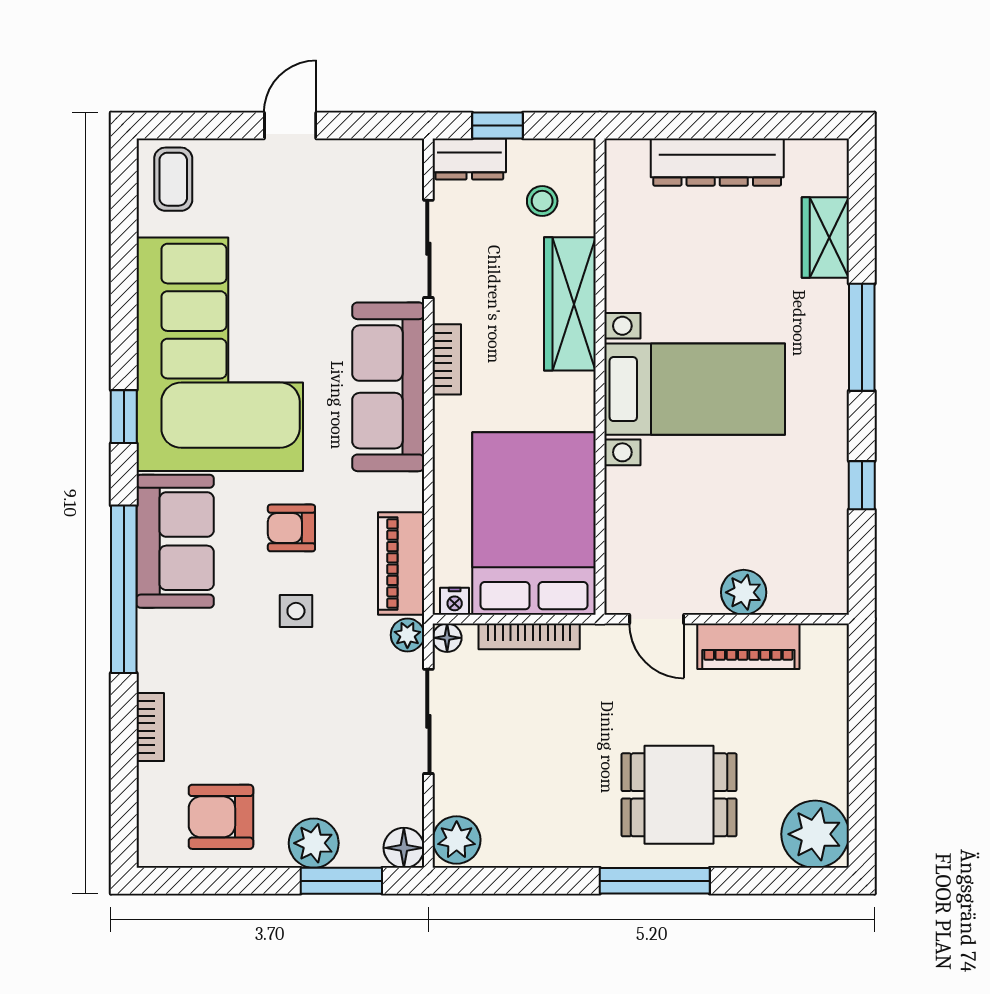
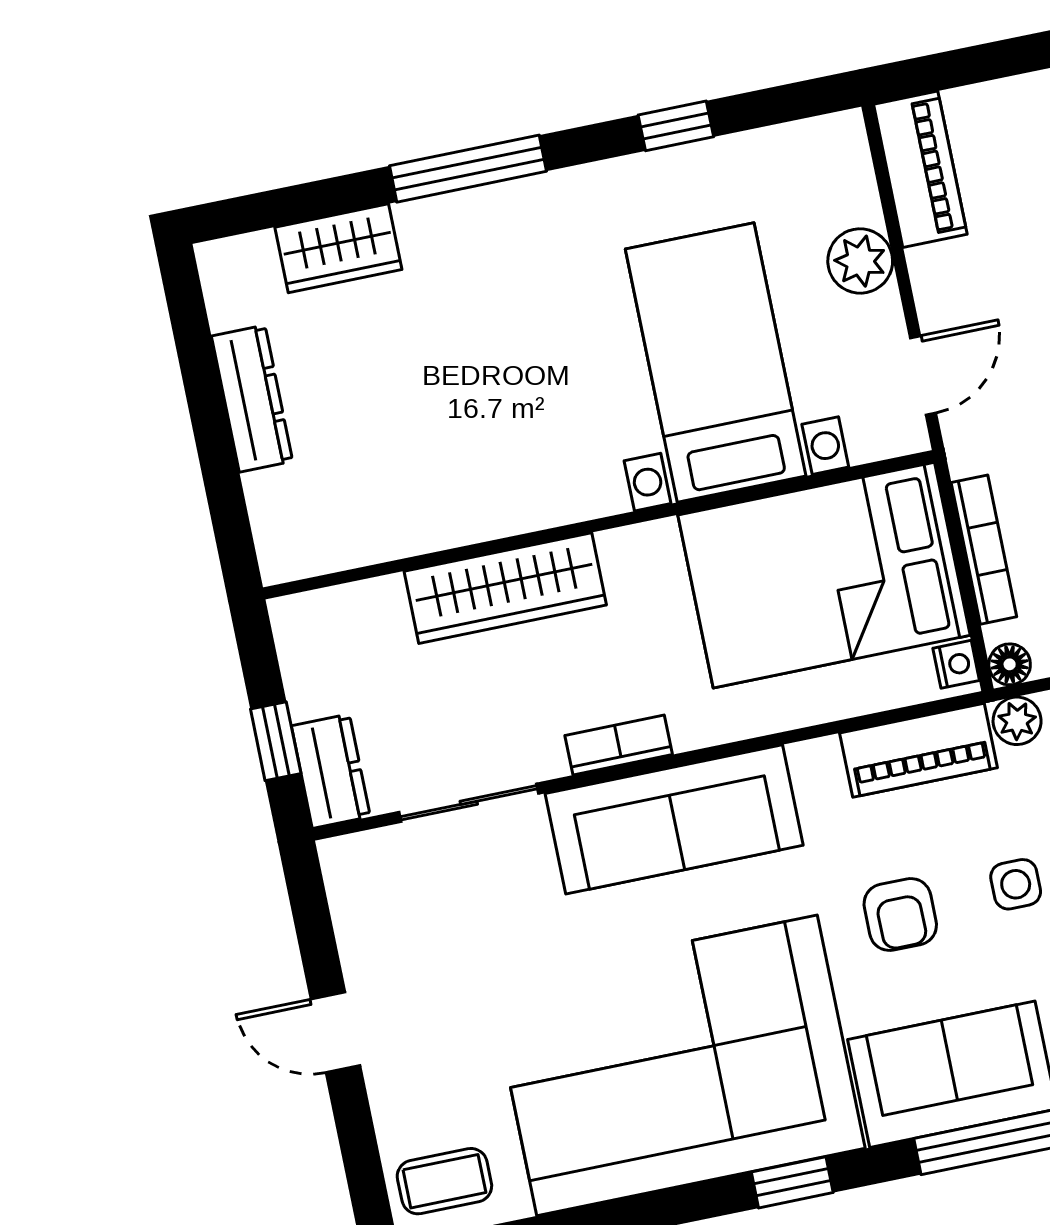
dresser: (717, 162) -> (252, 399), width x0.73, depth x0.80
stool: (542, 201) -> (369, 657), removed
bed with nightstands: (695, 389) -> (716, 362), moved
piano: (748, 646) -> (920, 169), moved

